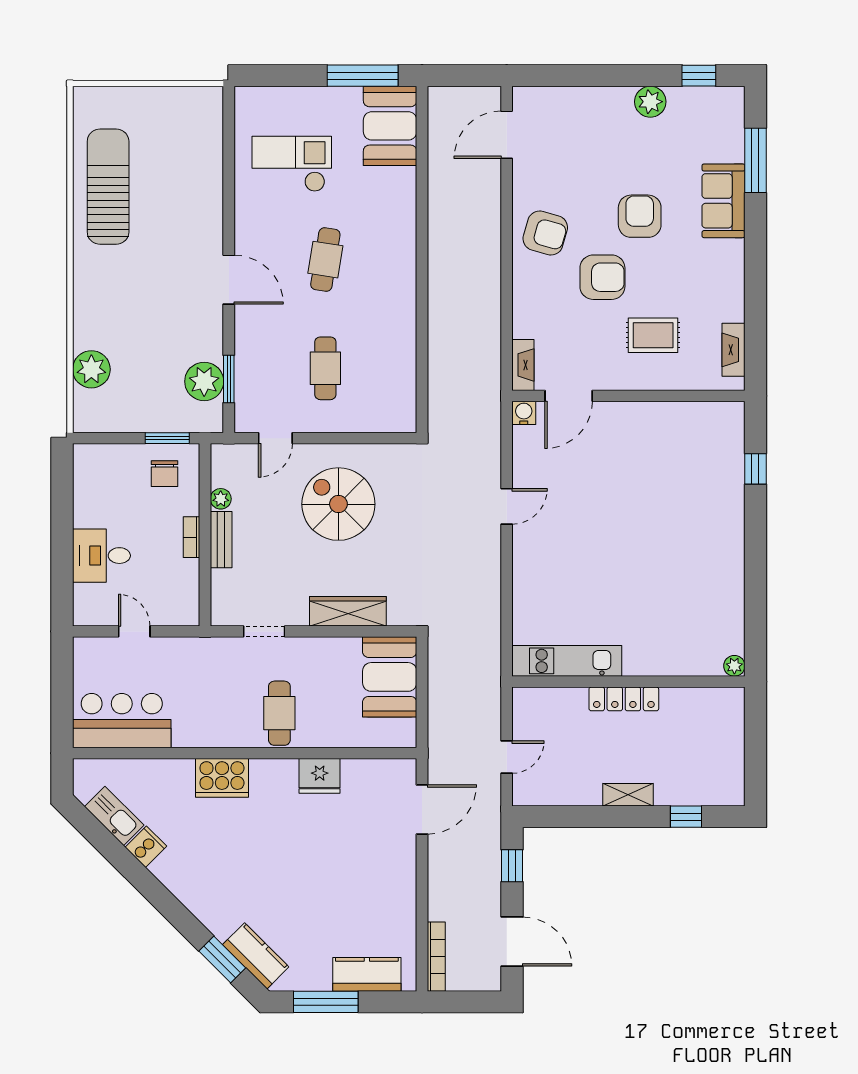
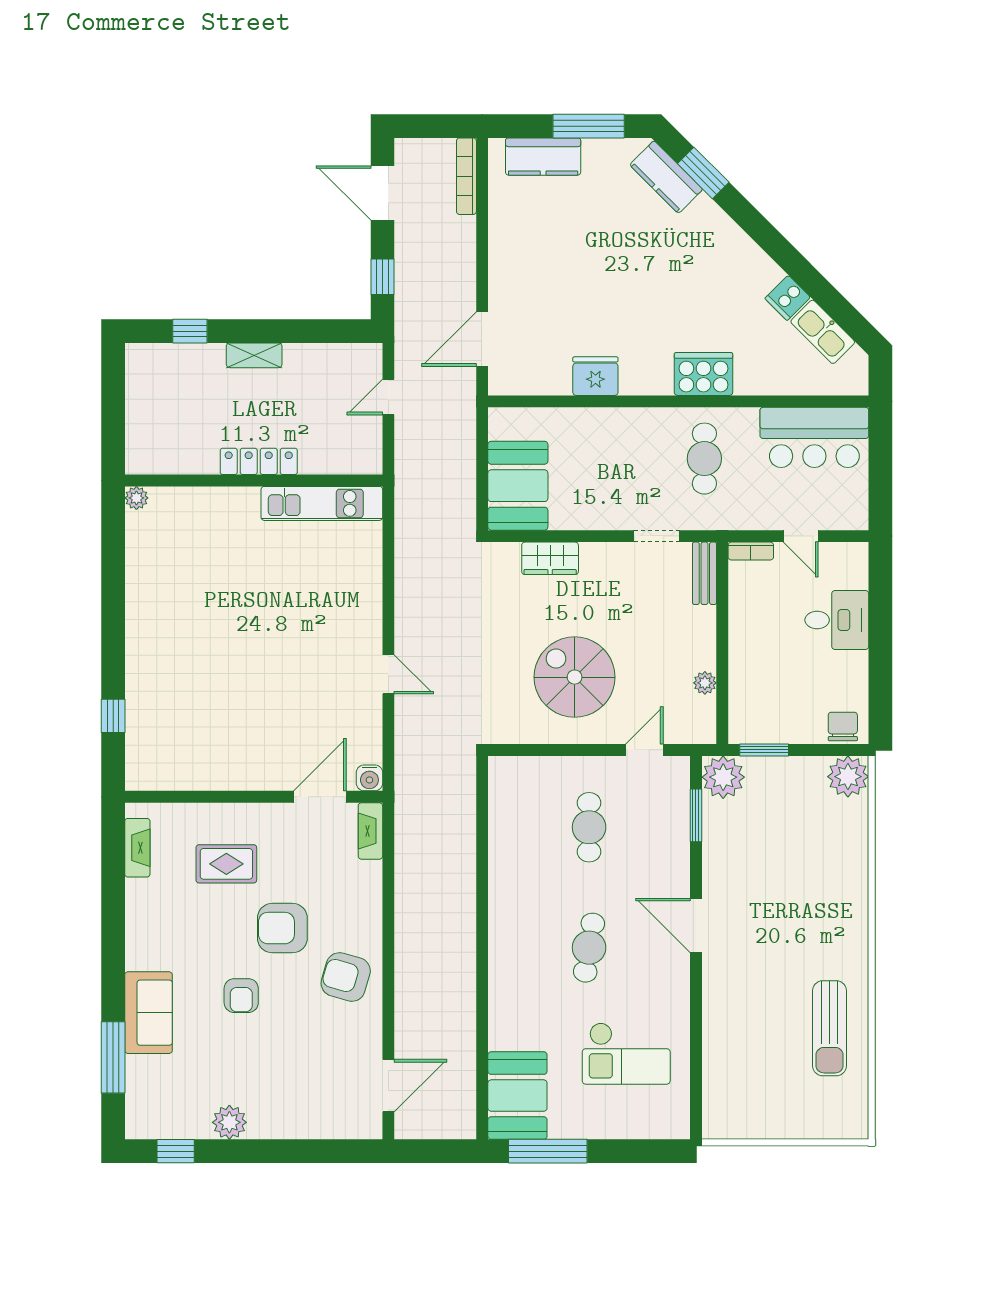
sun lounger: (108, 187) -> (830, 1028), width x0.73, depth x0.75
armchair: (640, 216) -> (241, 996), width x0.72, depth x0.72
plant: (91, 369) -> (848, 777), moved
plant: (204, 381) -> (723, 777), moved
chair: (165, 474) -> (843, 726), moved
spiral stairs: (338, 504) -> (575, 677), turned 180
door: (507, 506) -> (388, 674), swing flipped
bookcase: (191, 537) -> (751, 551), moved, turned 90
bench: (221, 540) -> (704, 573), moved
wardrobe: (348, 611) -> (550, 558), width x0.67
cafe table: (279, 713) -> (704, 459), moved

